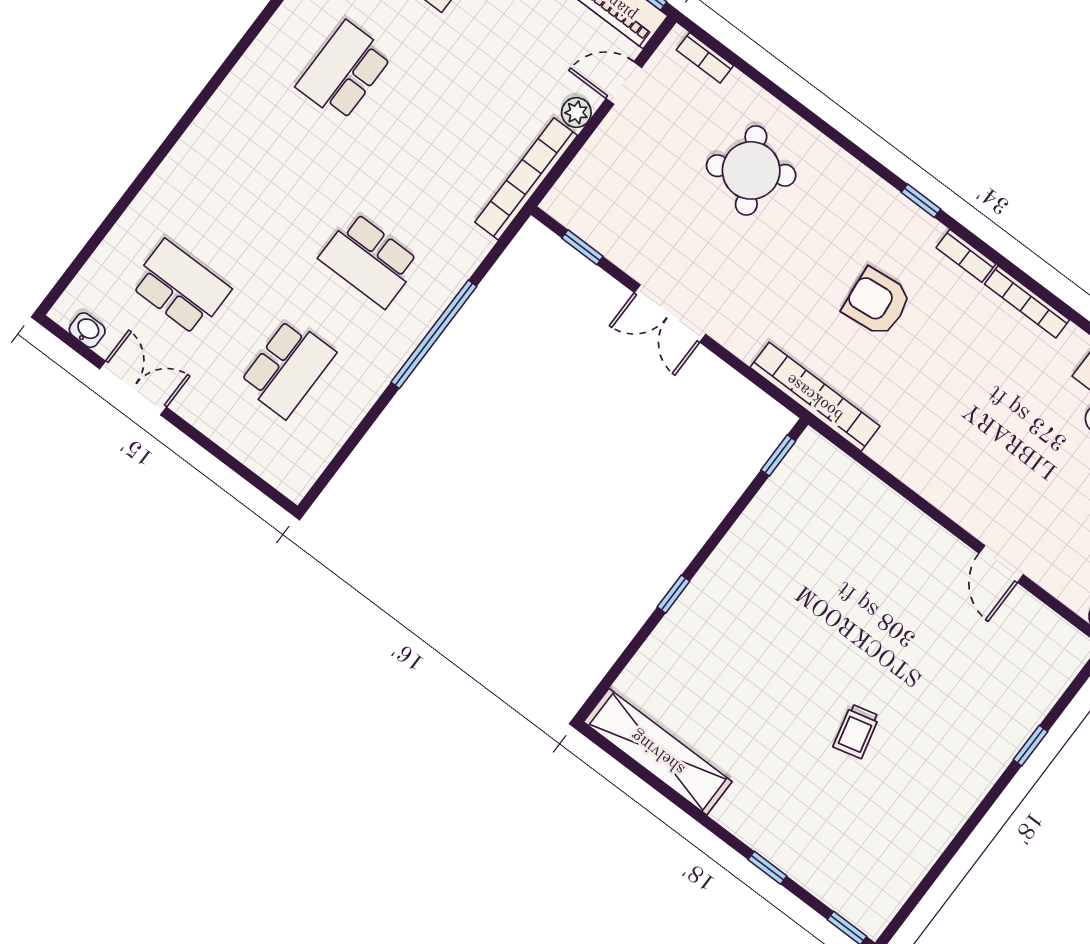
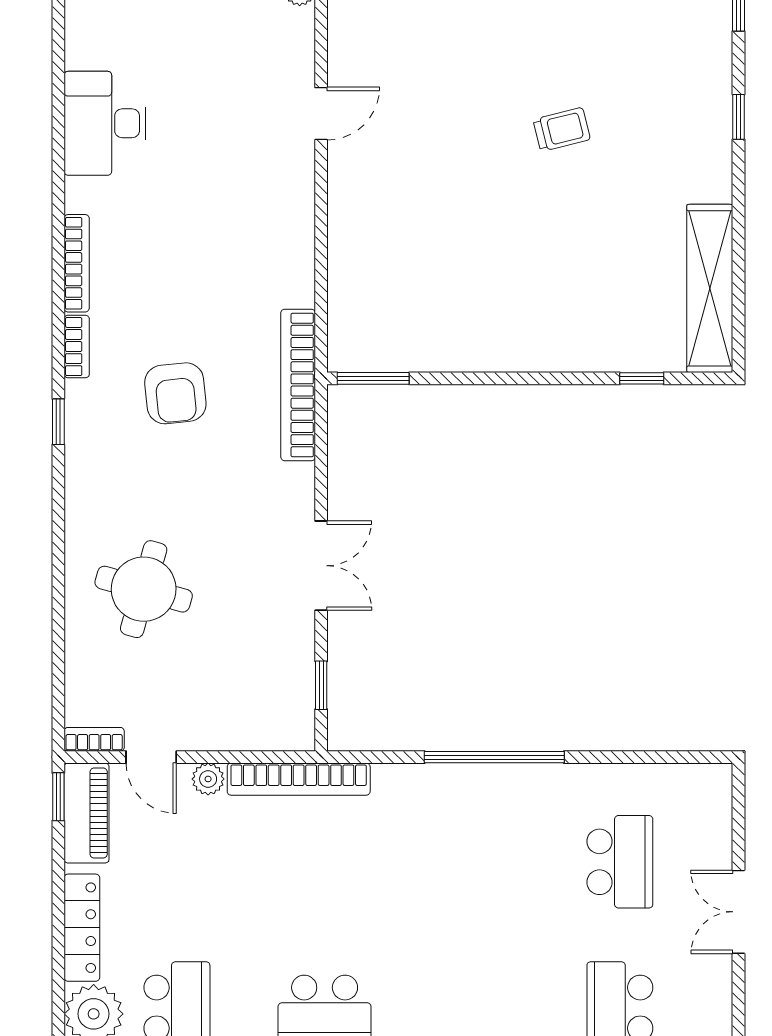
bookcase: (705, 58) -> (94, 739), moved, turned -90
round table: (751, 170) -> (144, 589), turned 45
school desk: (369, 260) -> (472, 862), removed
school desk: (288, 368) -> (620, 862), turned 90
double door: (133, 388) -> (738, 912), moved
window: (778, 455) -> (373, 378), width x1.50
window: (673, 594) -> (642, 378), moved

